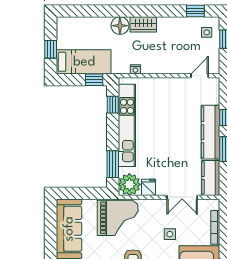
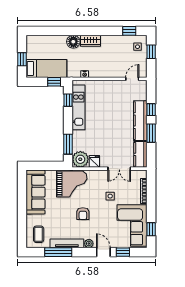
kitchen unit: (127, 125) -> (78, 107), width x0.73

